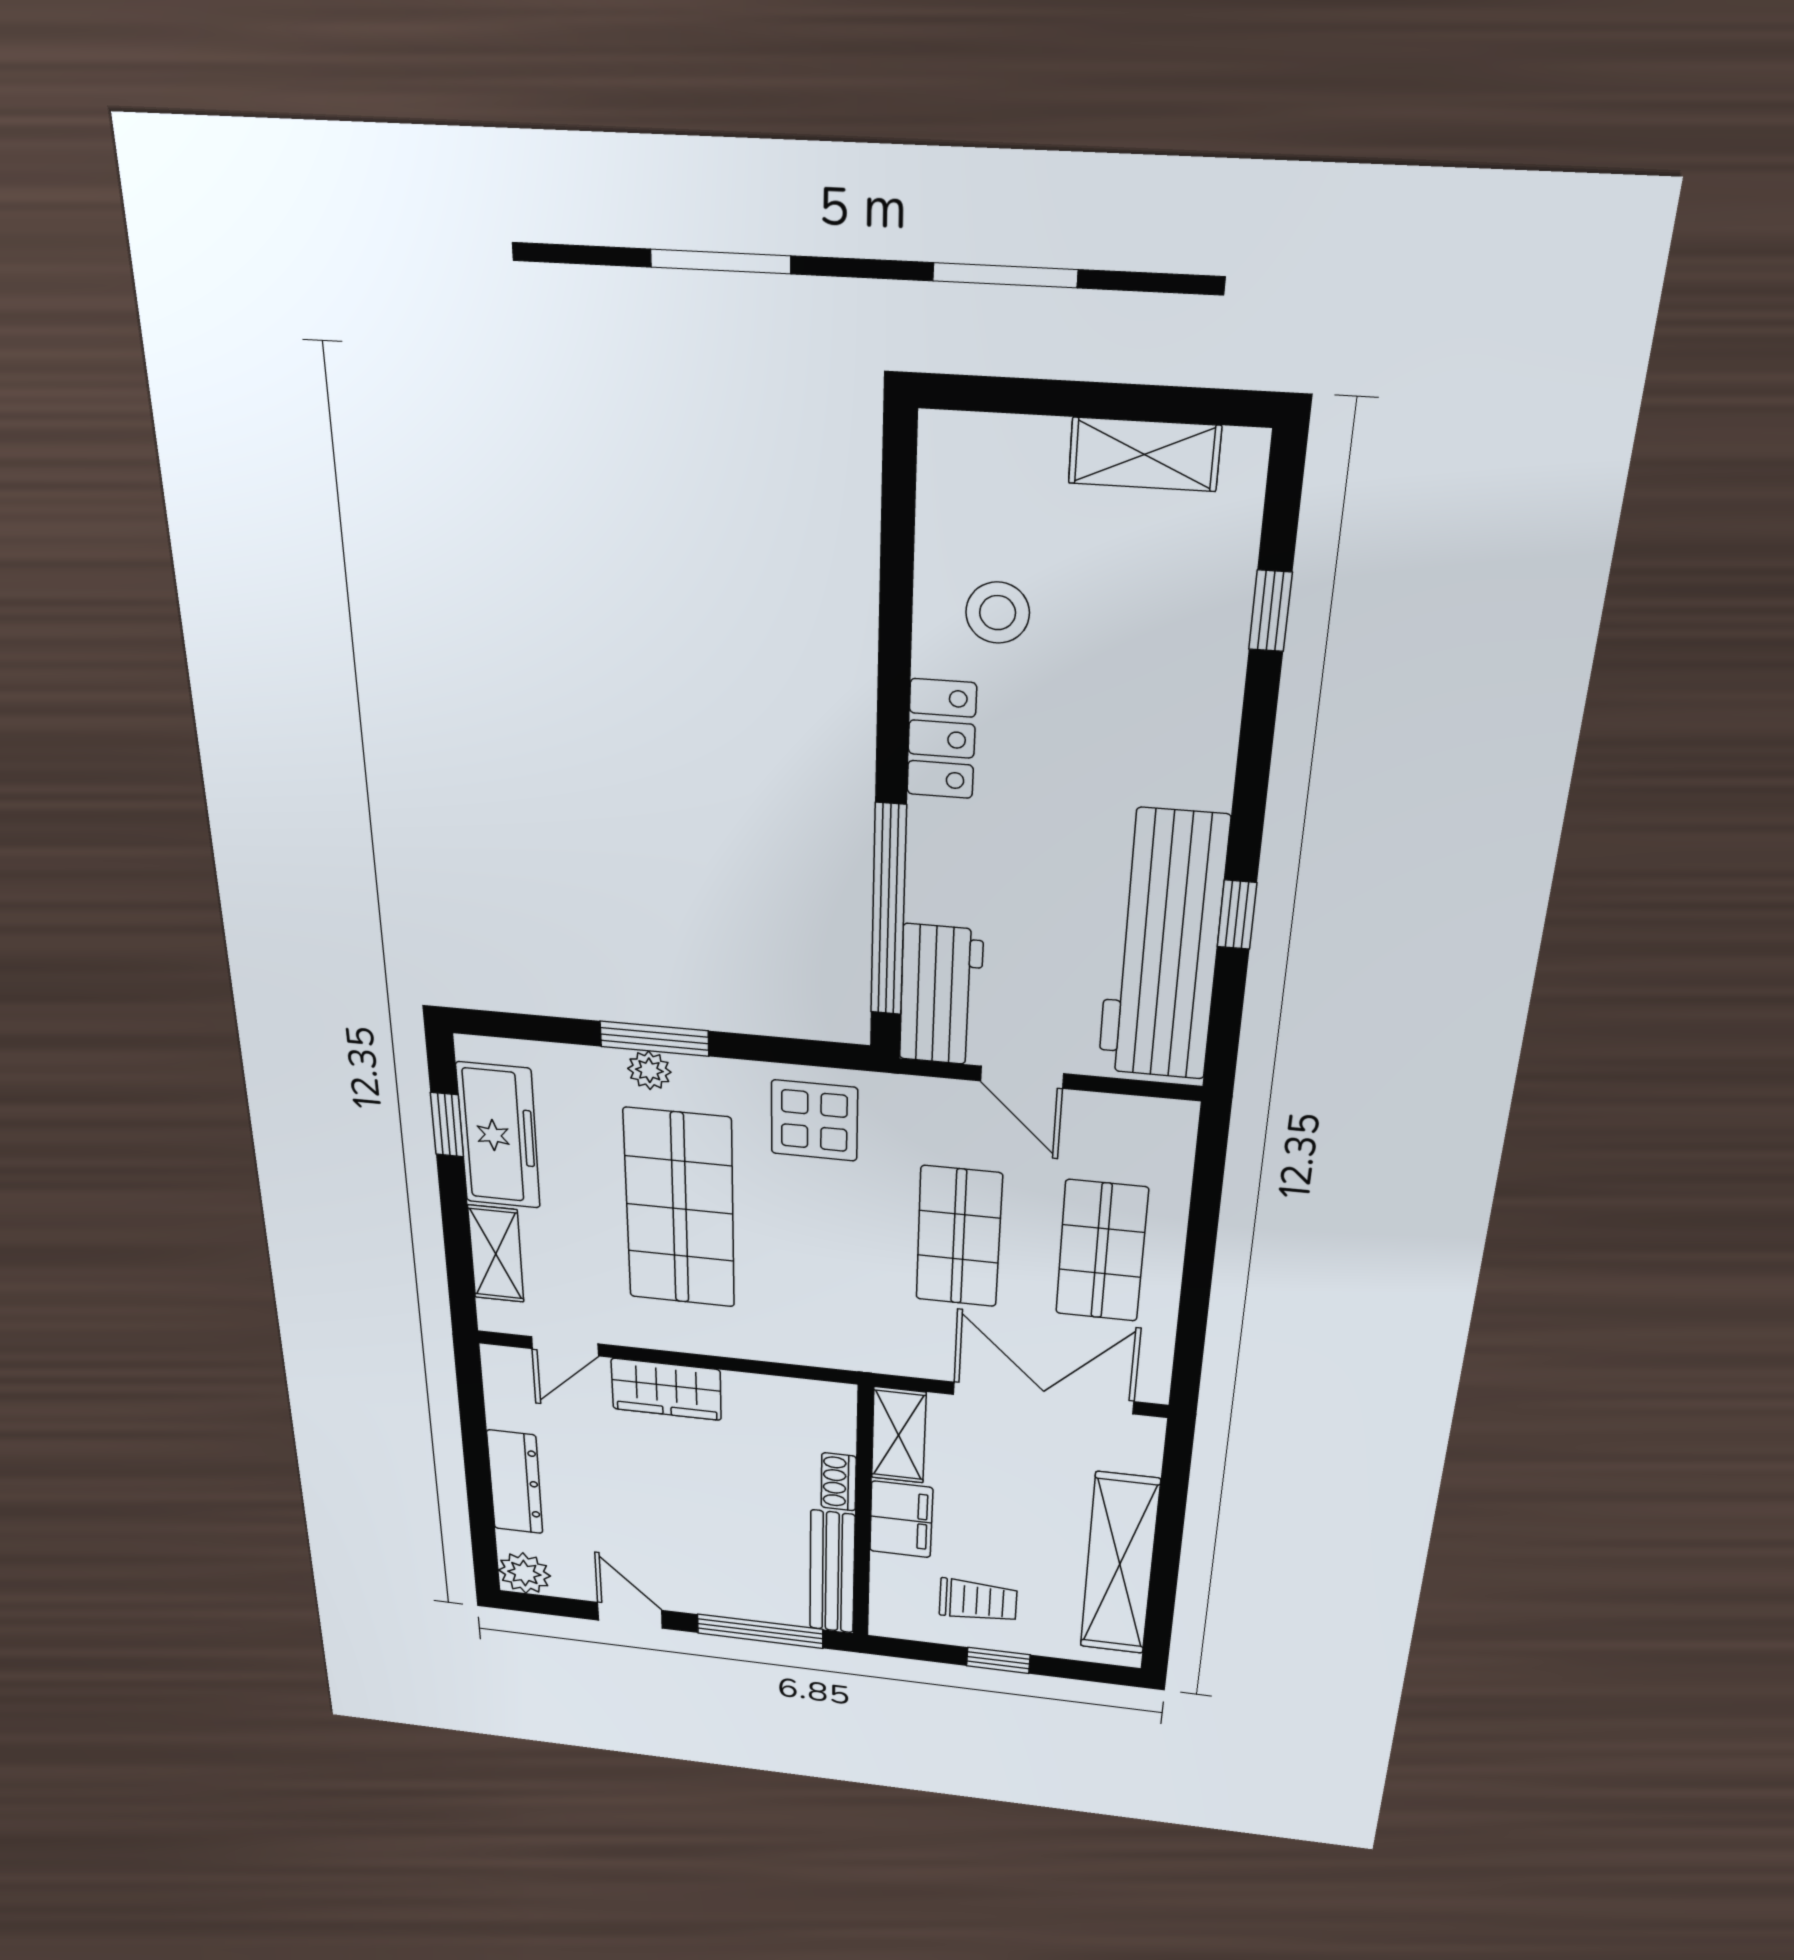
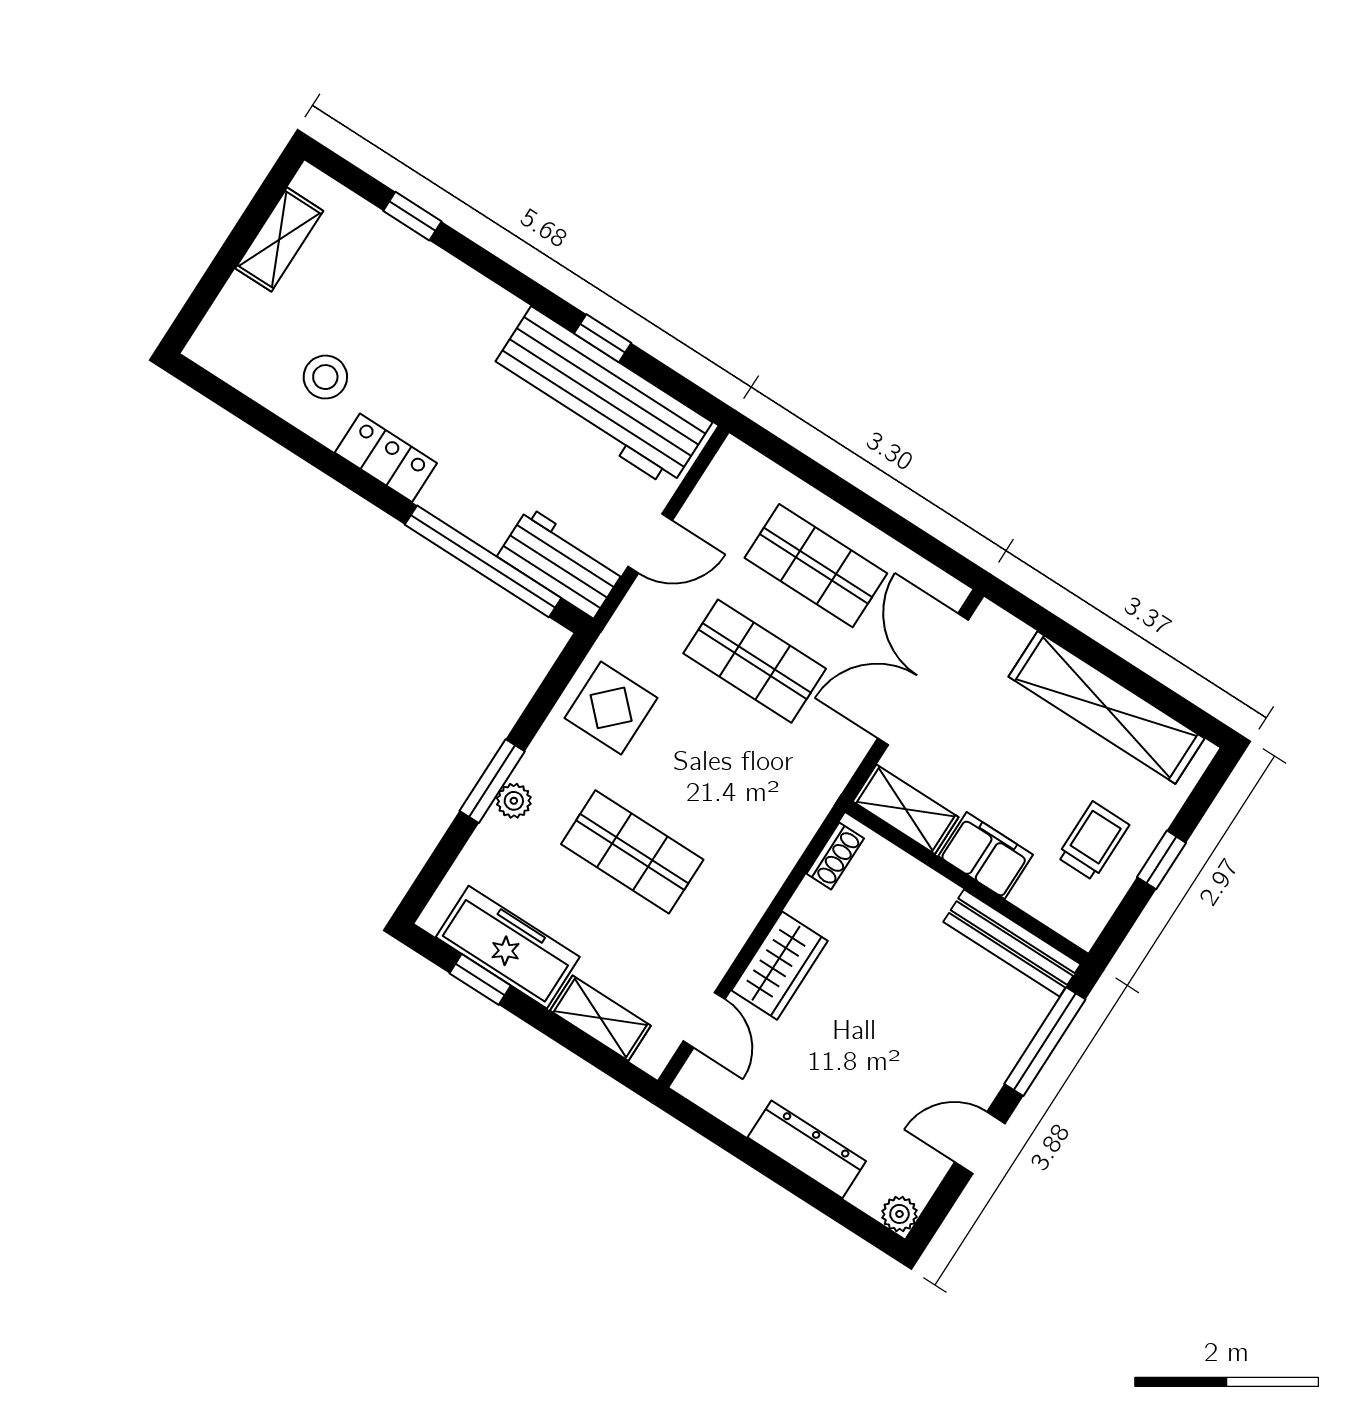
shop shelf: (680, 1209) -> (632, 852), width x0.70, depth x0.74
shoe rack: (839, 1482) -> (835, 856), moved, turned -90
plant: (524, 1573) -> (899, 1214), width x0.73, depth x0.73

